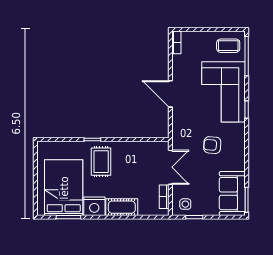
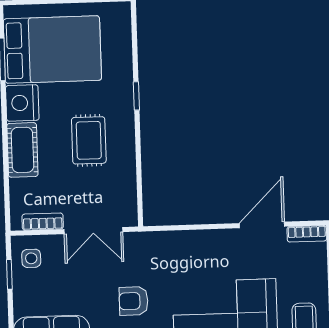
door: (170, 94) -> (262, 225), moved
armchair: (212, 145) -> (134, 301), turned -94
rug: (101, 162) -> (89, 140), moved, turned 90

